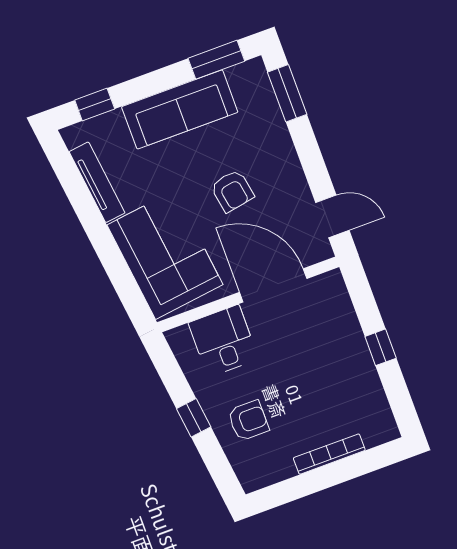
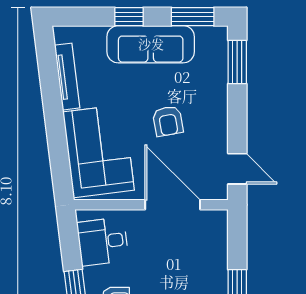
window: (95, 105) -> (129, 17), moved
desk: (223, 341) -> (103, 242), moved, turned -97

